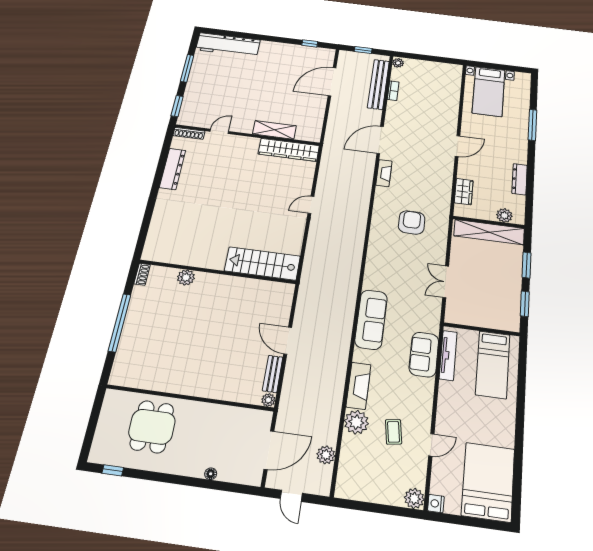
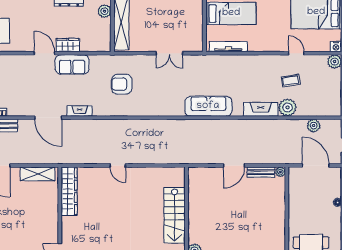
shelving: (274, 130) -> (38, 174), moved, turned 90
wardrobe: (464, 192) -> (68, 45), moved
stairs: (262, 264) -> (174, 215), moved
sofa: (424, 354) -> (72, 64), moved

